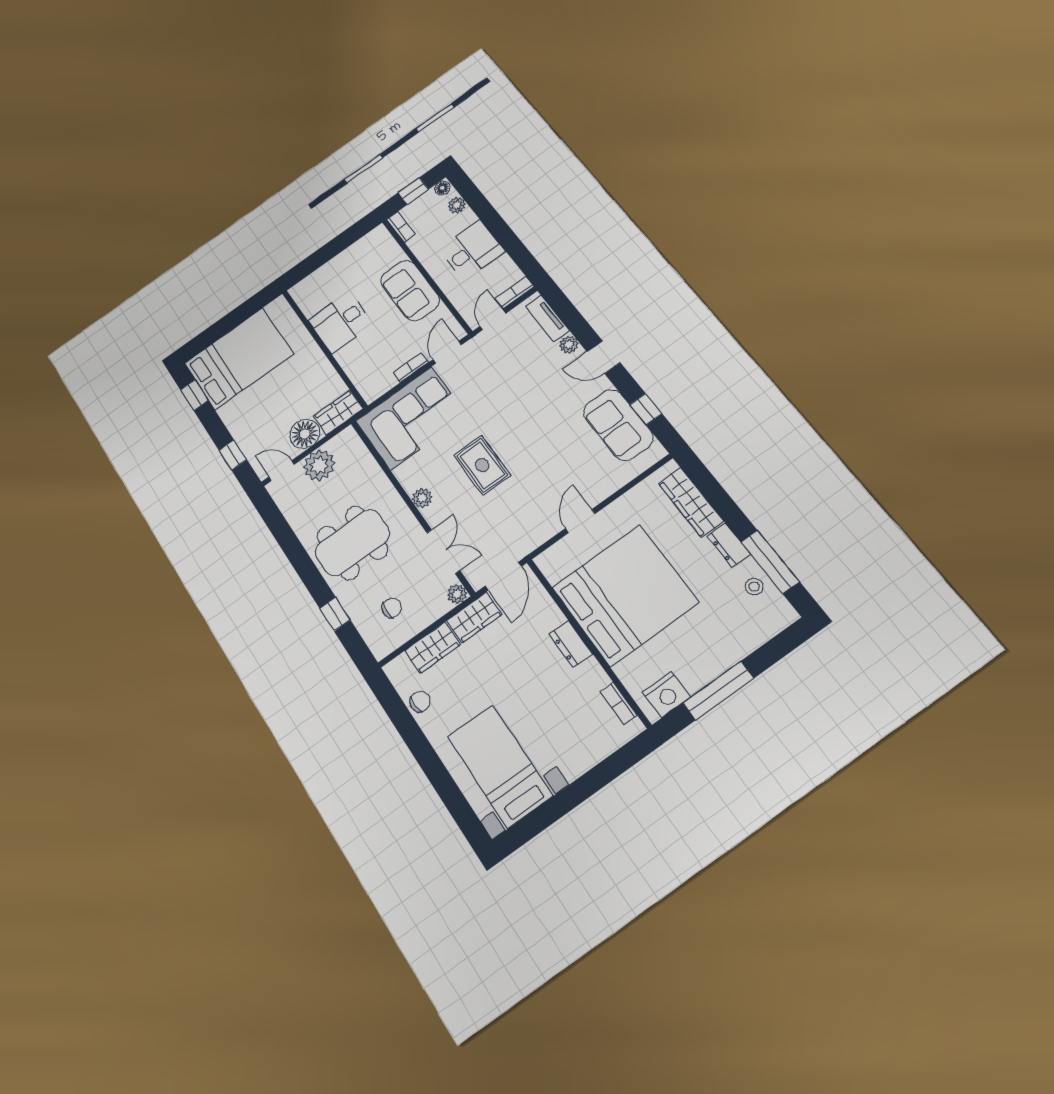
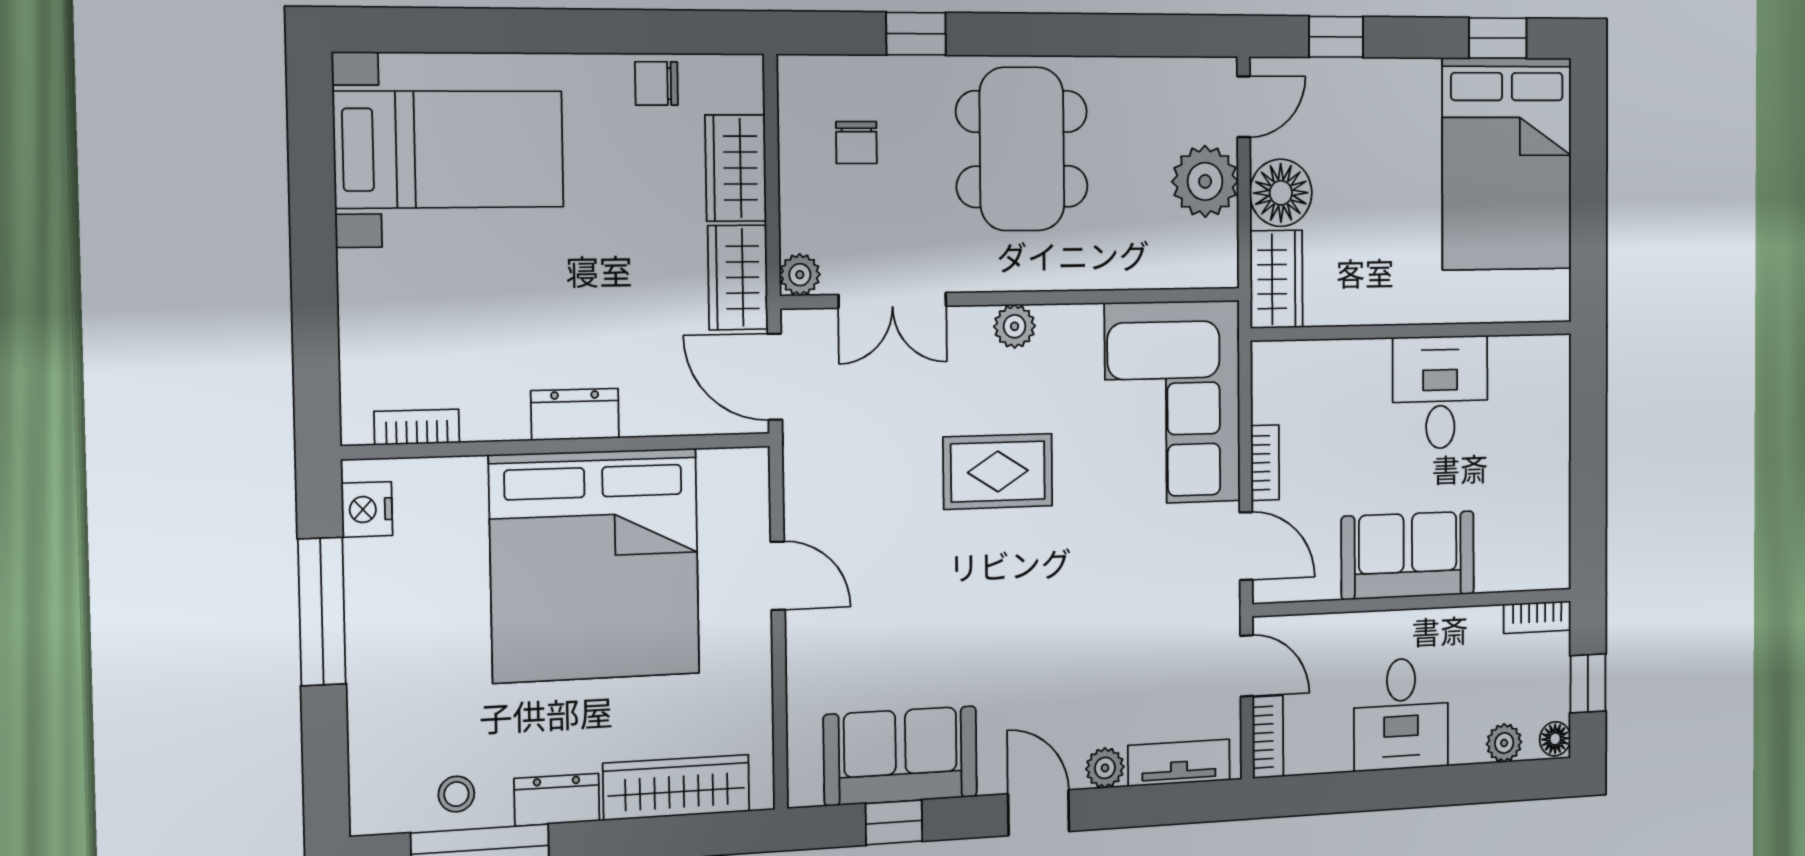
door: (604, 357) -> (1039, 813), hinge flipped
nightstand: (666, 695) -> (367, 509), width x0.74, depth x0.75
chair: (420, 702) -> (656, 83), turned 95

